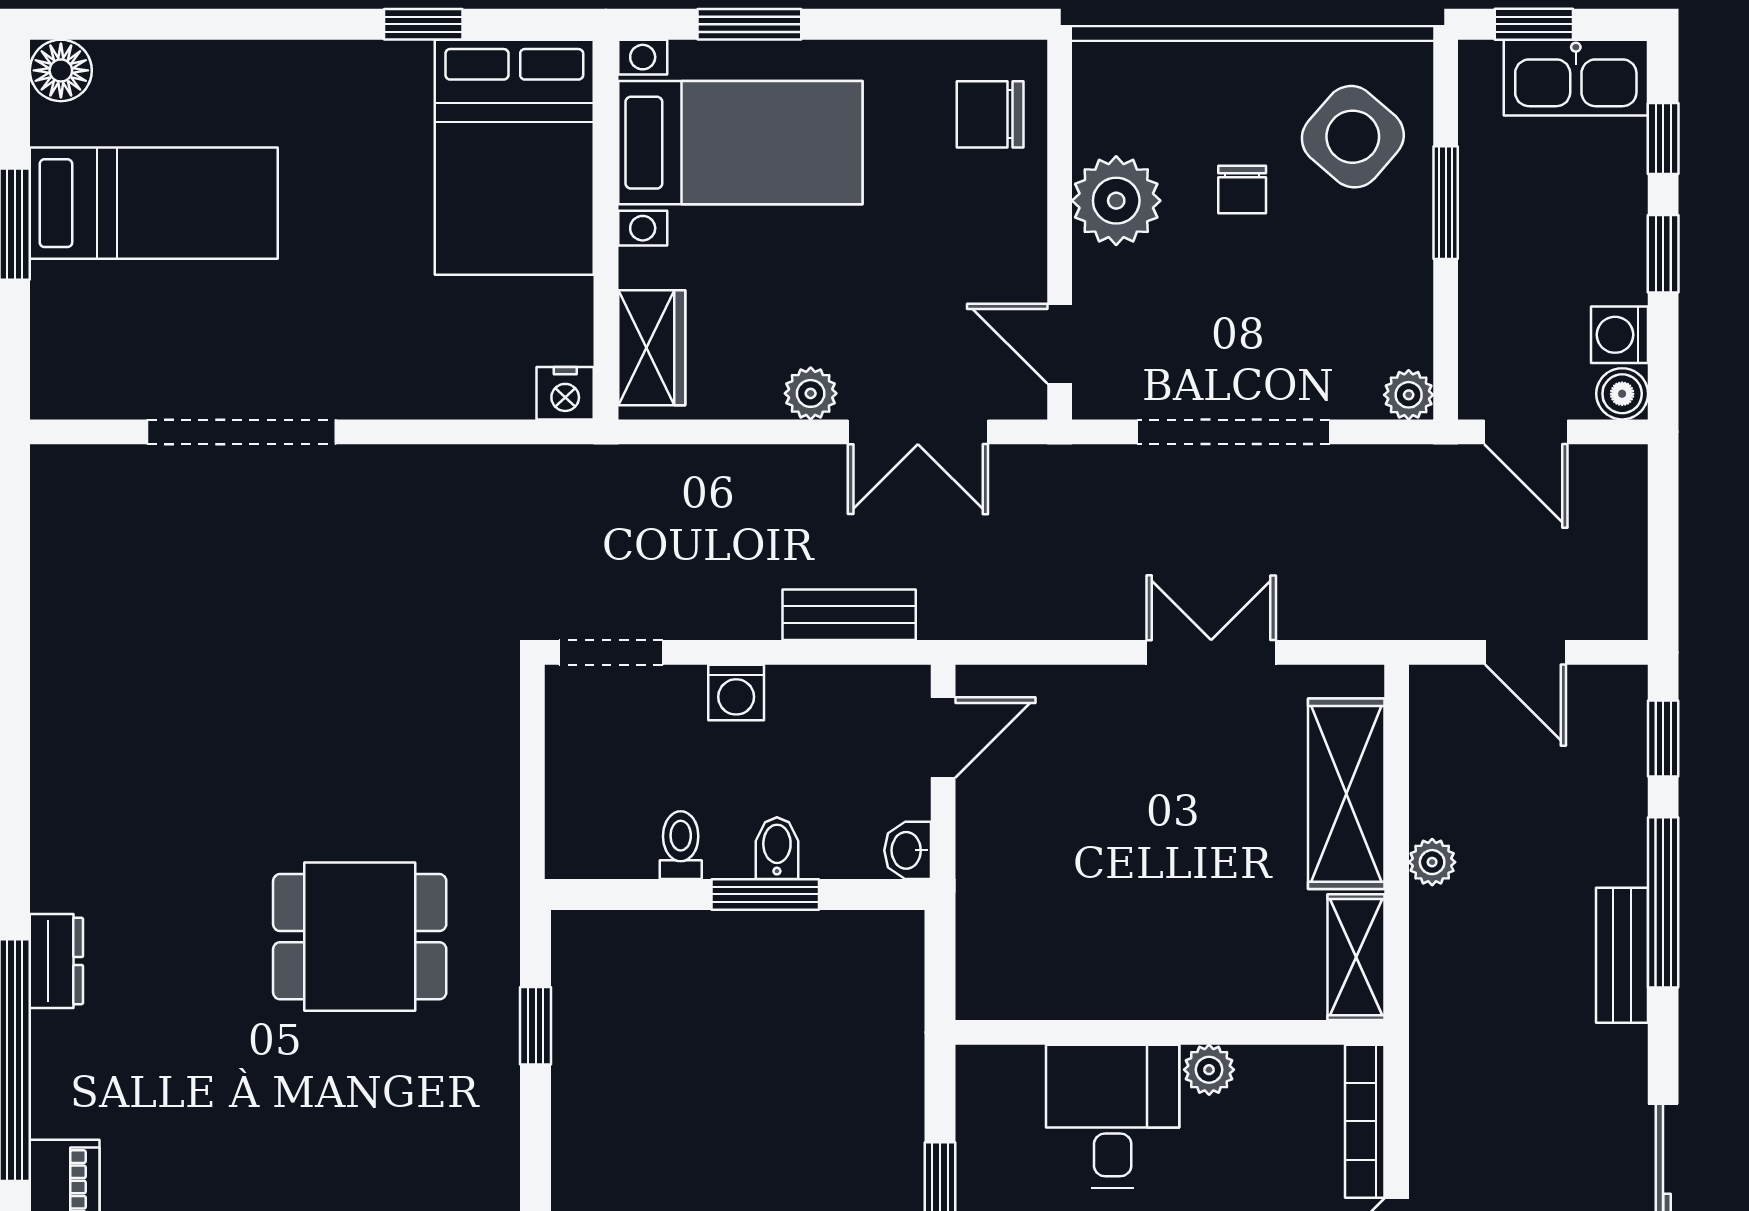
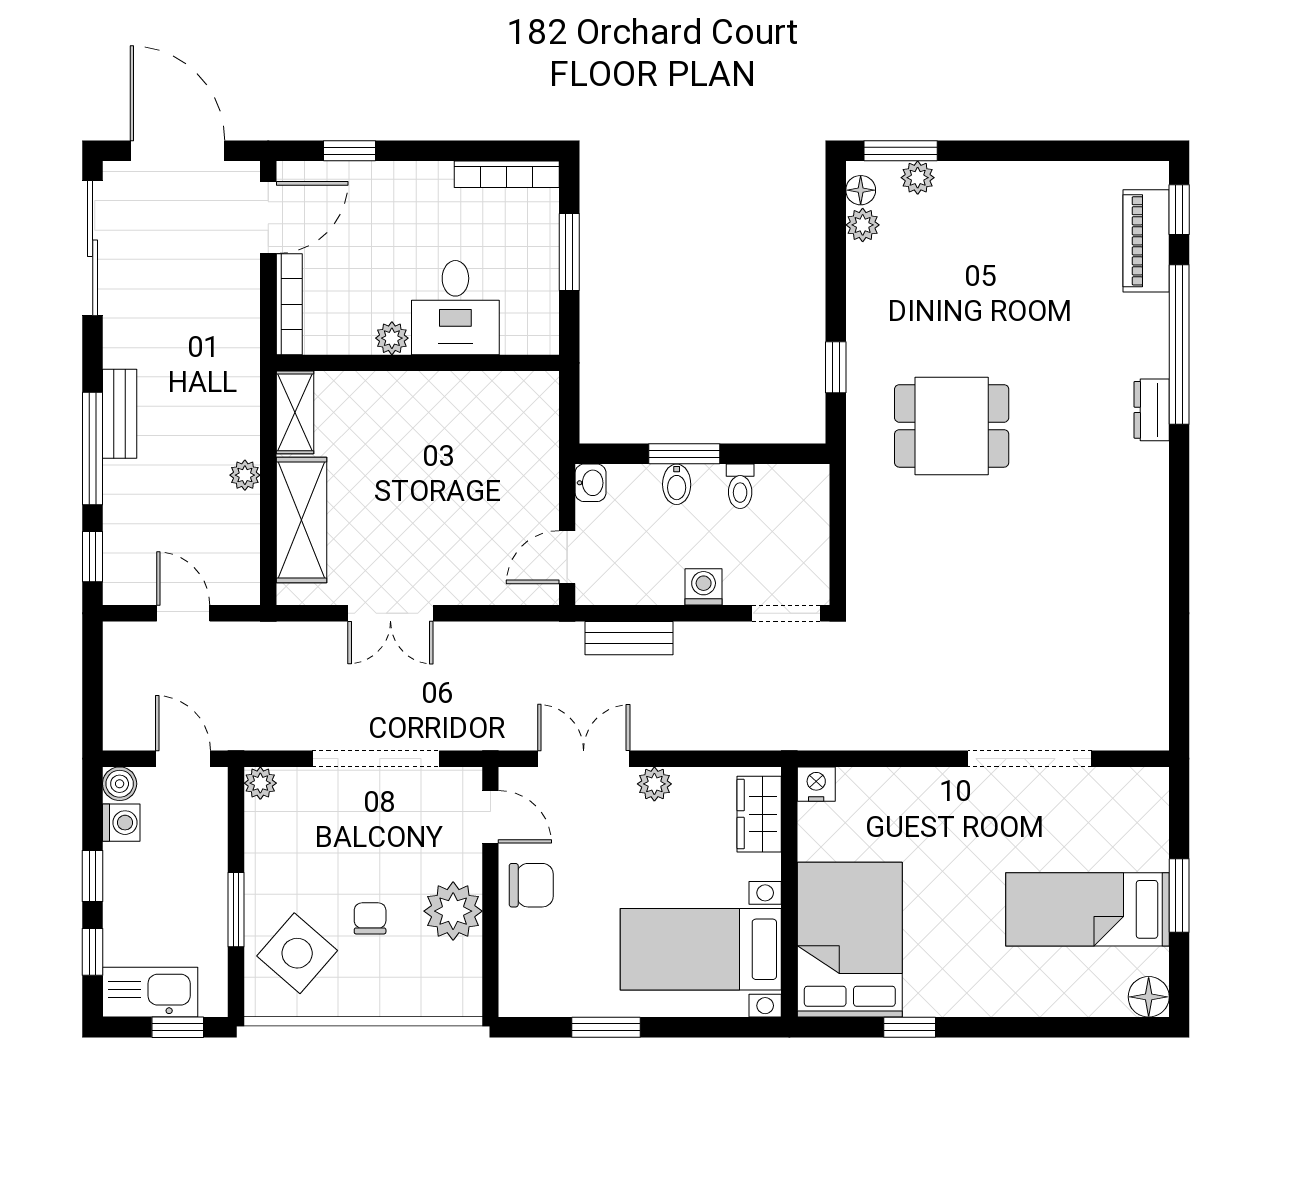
window: (749, 24) -> (606, 1027), moved
chair: (990, 114) -> (531, 885), moved

